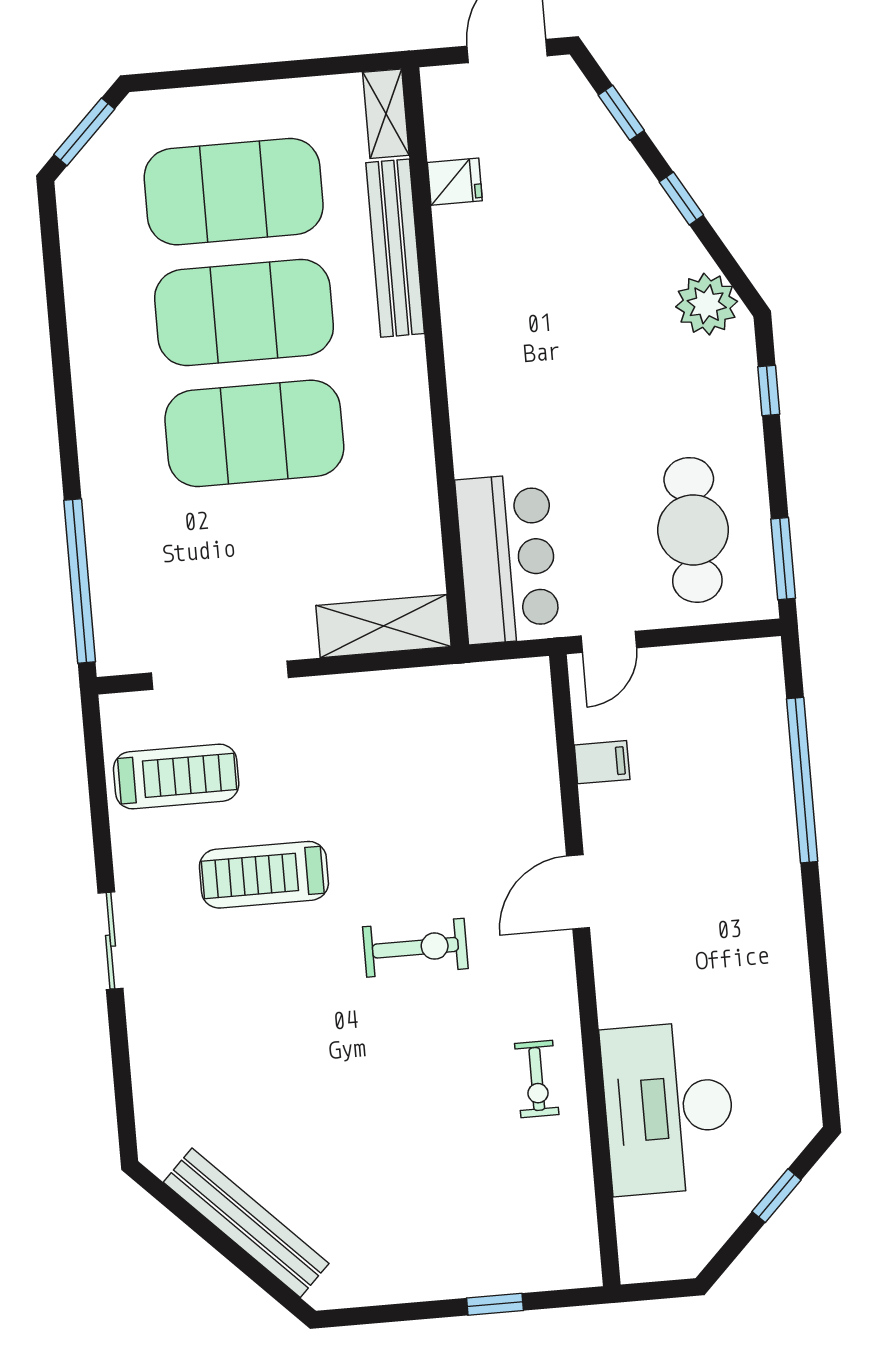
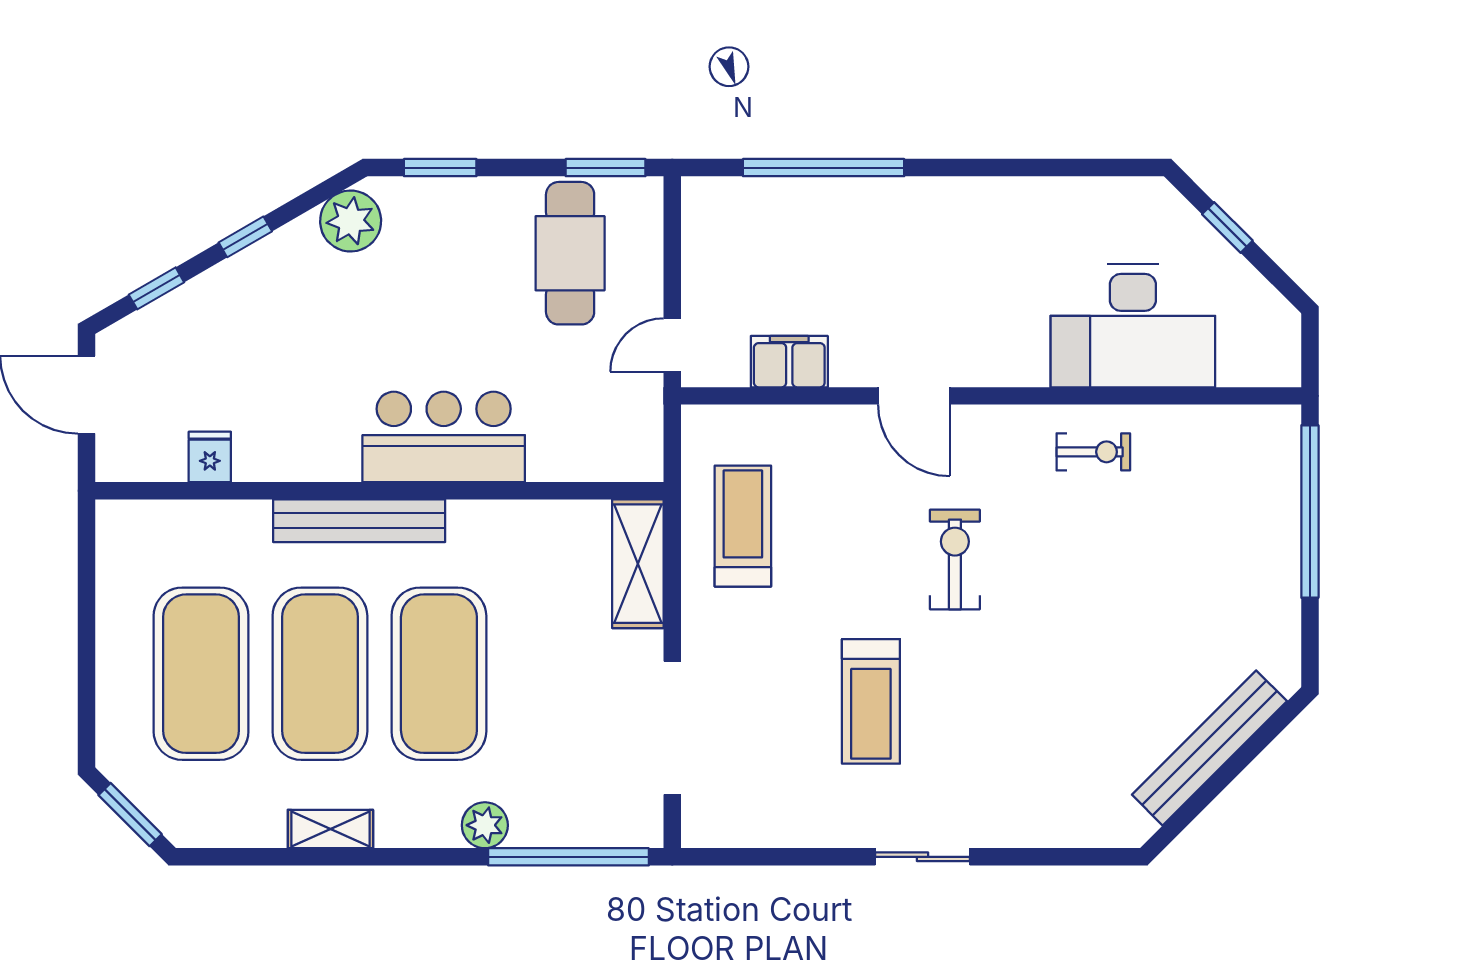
shelving: (386, 114) -> (330, 829), moved
bench: (395, 248) -> (359, 521), moved
window: (769, 391) -> (440, 168), width x1.50
plant: (104, 493) -> (485, 825), added
cafe table: (693, 530) -> (570, 253), turned 90
bar counter: (508, 559) -> (444, 437), moved
door: (609, 642) -> (672, 345), swing flipped
filing cabinet: (602, 762) -> (789, 362), width x2.00
treadmill: (176, 777) -> (743, 526), moved
window: (495, 1304) -> (1310, 511), width x3.17

